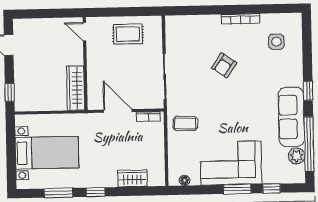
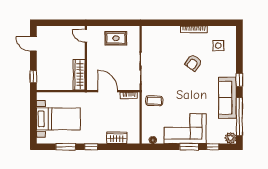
armchair: (224, 65) -> (193, 63), moved
plant: (297, 156) -> (231, 138), moved

